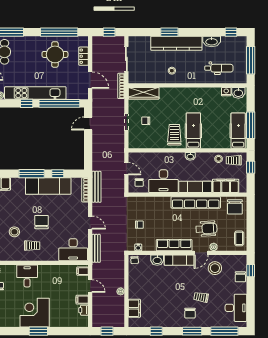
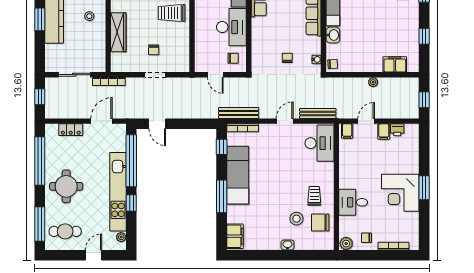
round table: (55, 54) -> (66, 186), moved
wardrobe: (144, 93) -> (118, 32), moved
door: (126, 169) -> (215, 75), swing flipped
window: (58, 174) -> (222, 147), moved
chair: (41, 222) -> (320, 223), moved

